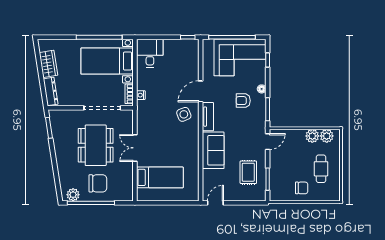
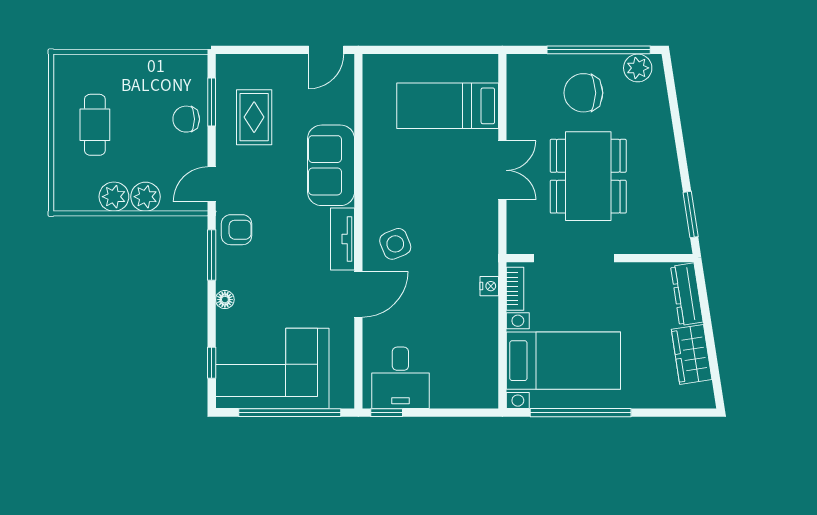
desk: (150, 53) -> (400, 378), moved
armchair: (243, 101) -> (236, 230), moved
plant: (327, 136) -> (145, 197), moved
chair: (302, 188) -> (186, 119), moved

